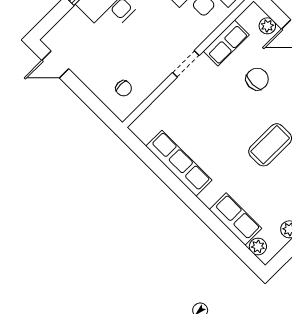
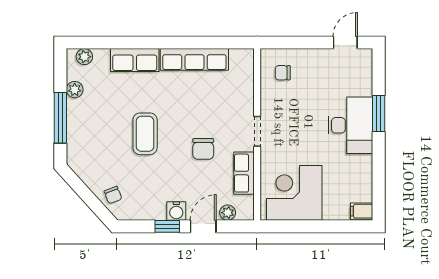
chair: (257, 79) -> (203, 149), moved
row of seats: (236, 219) -> (135, 60), moved

